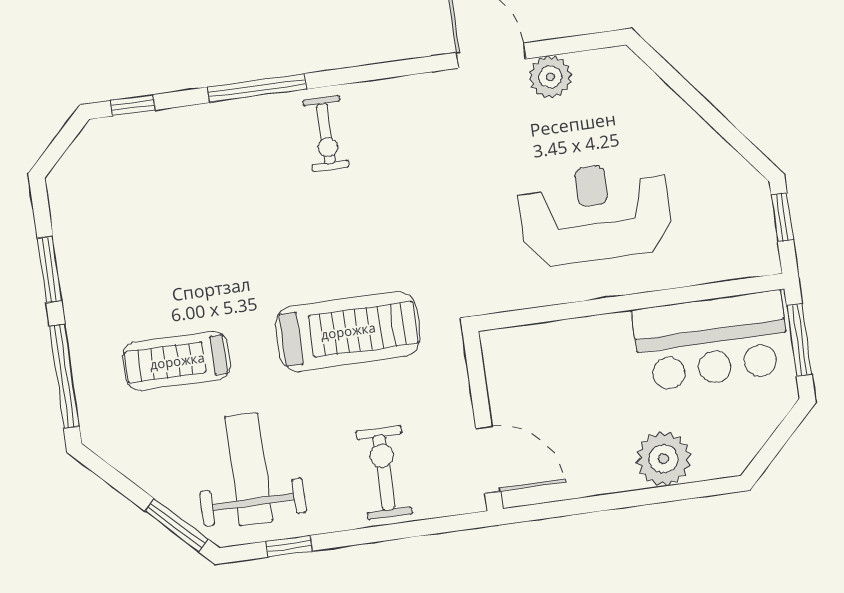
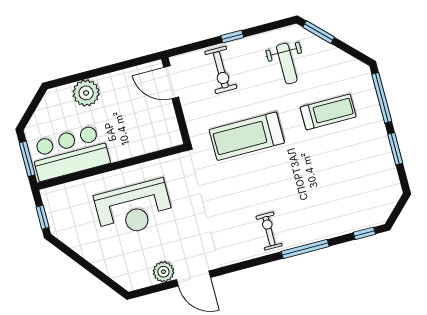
weight bench: (249, 469) -> (287, 64), width x0.73, depth x0.75
window: (289, 546) -> (232, 37), moved

